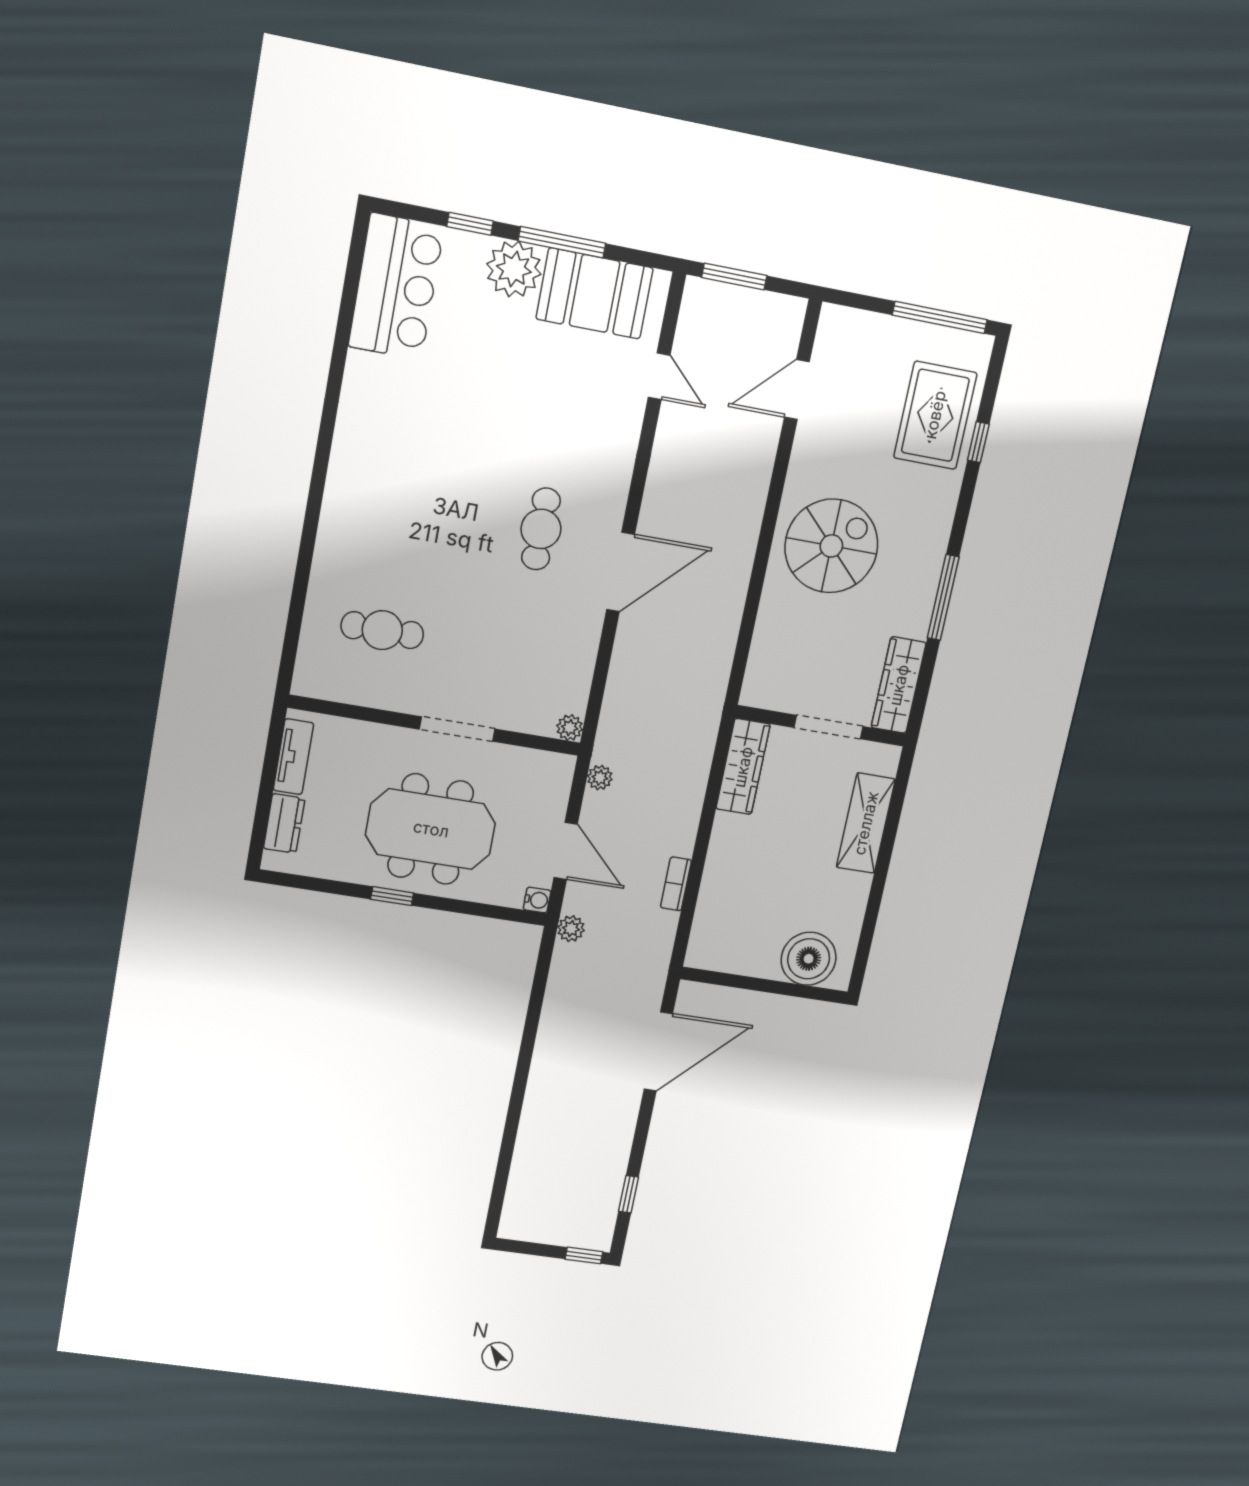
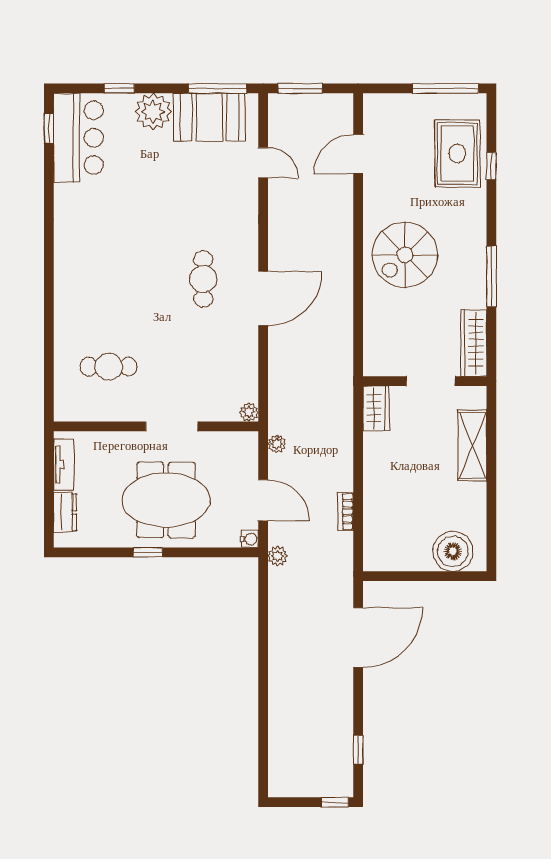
window: (562, 242) -> (218, 88), moved
window: (355, 264) -> (49, 128), added
spiral stairs: (831, 546) -> (405, 255), turned 180
wardrobe: (743, 767) -> (376, 408), width x0.67

